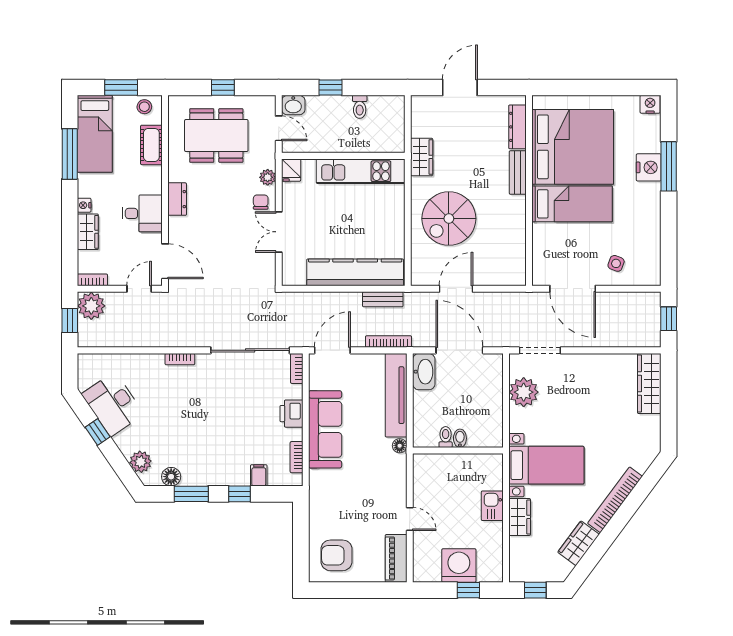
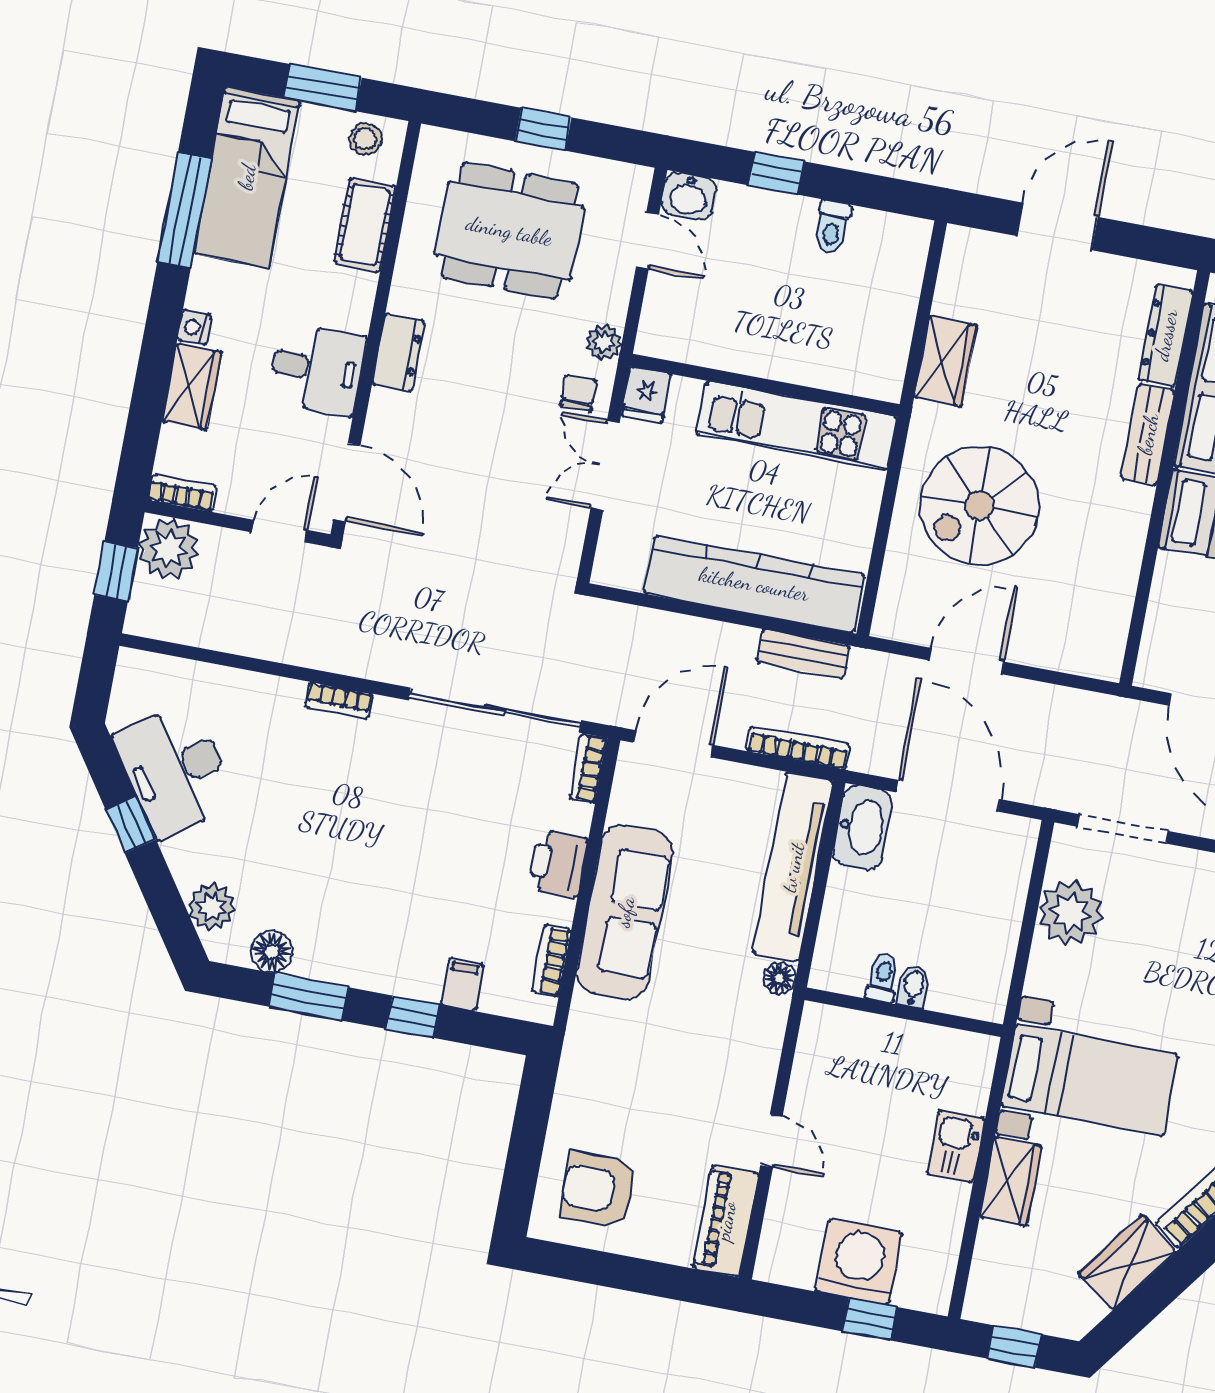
wall: (343, 156) -> (765, 385), moved
fridge: (291, 170) -> (646, 395), moved
kitchen unit: (361, 171) -> (797, 426), moved

